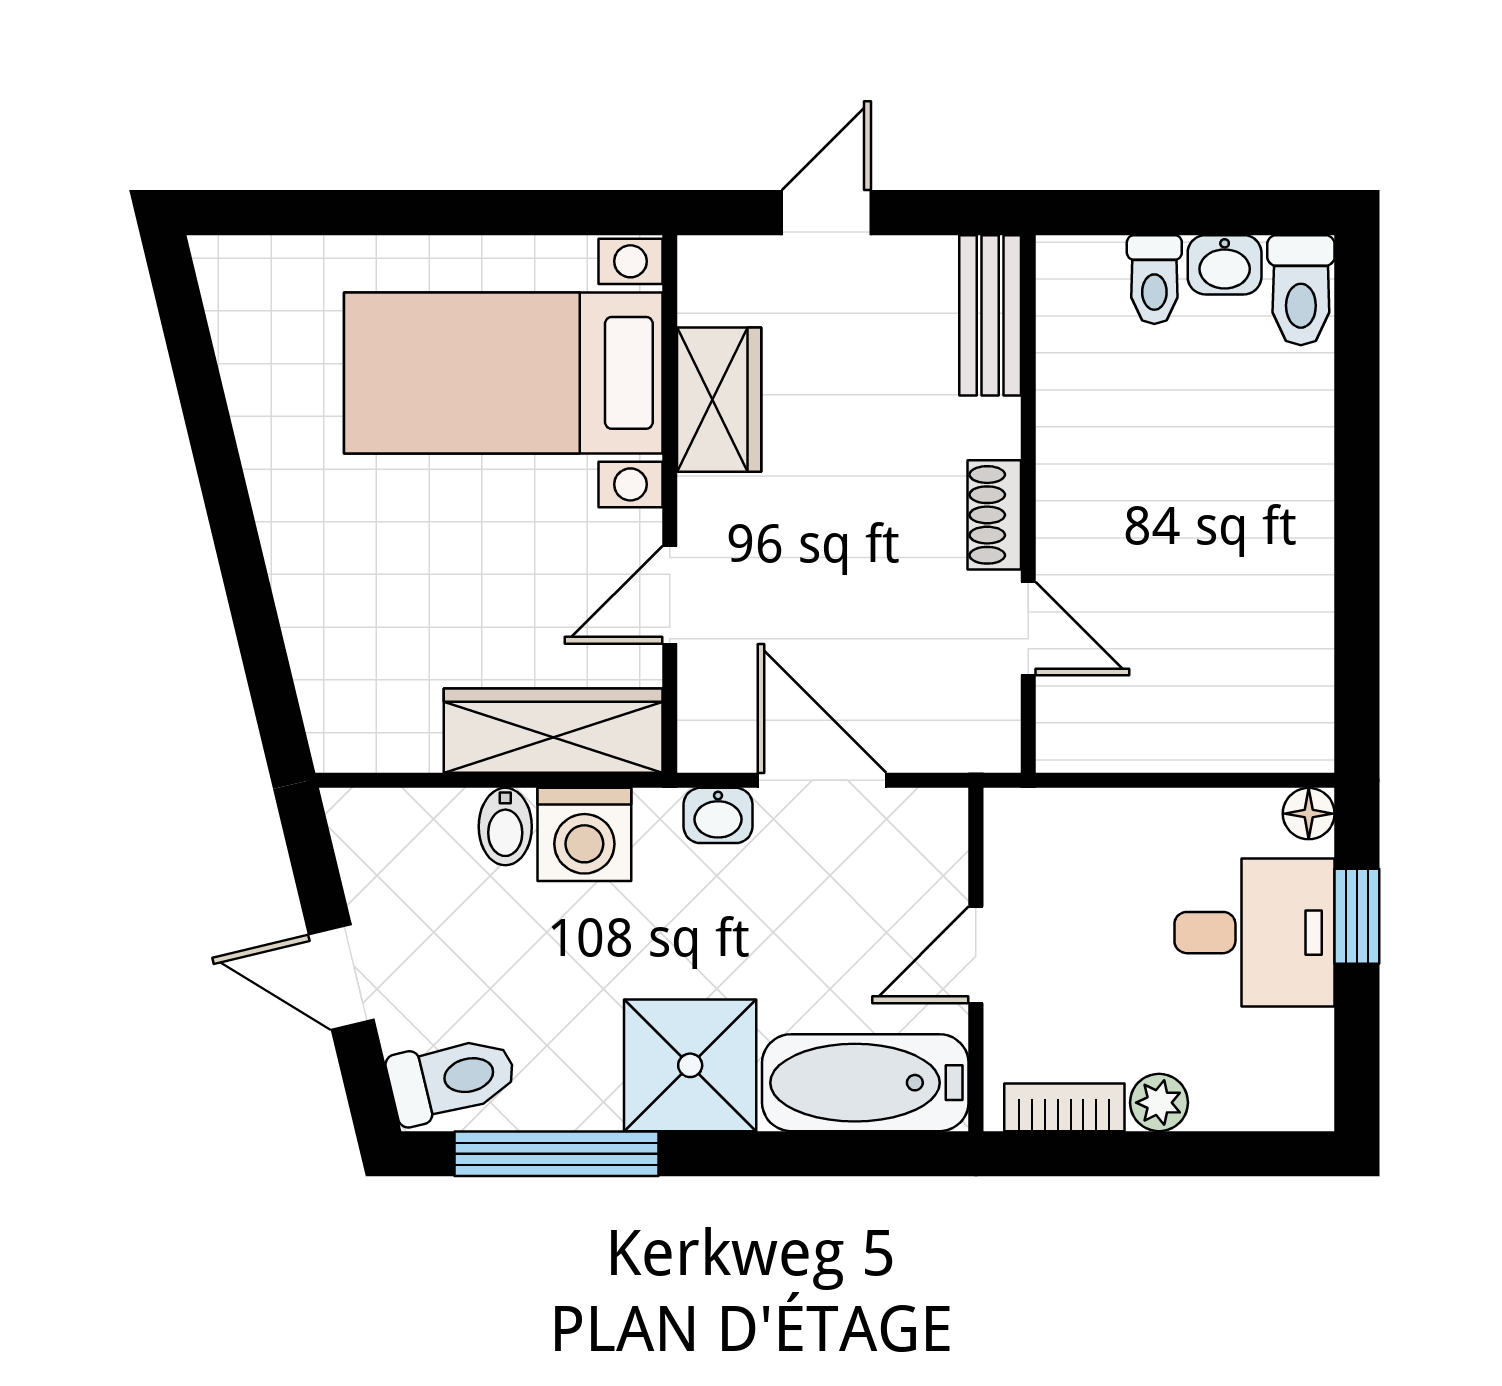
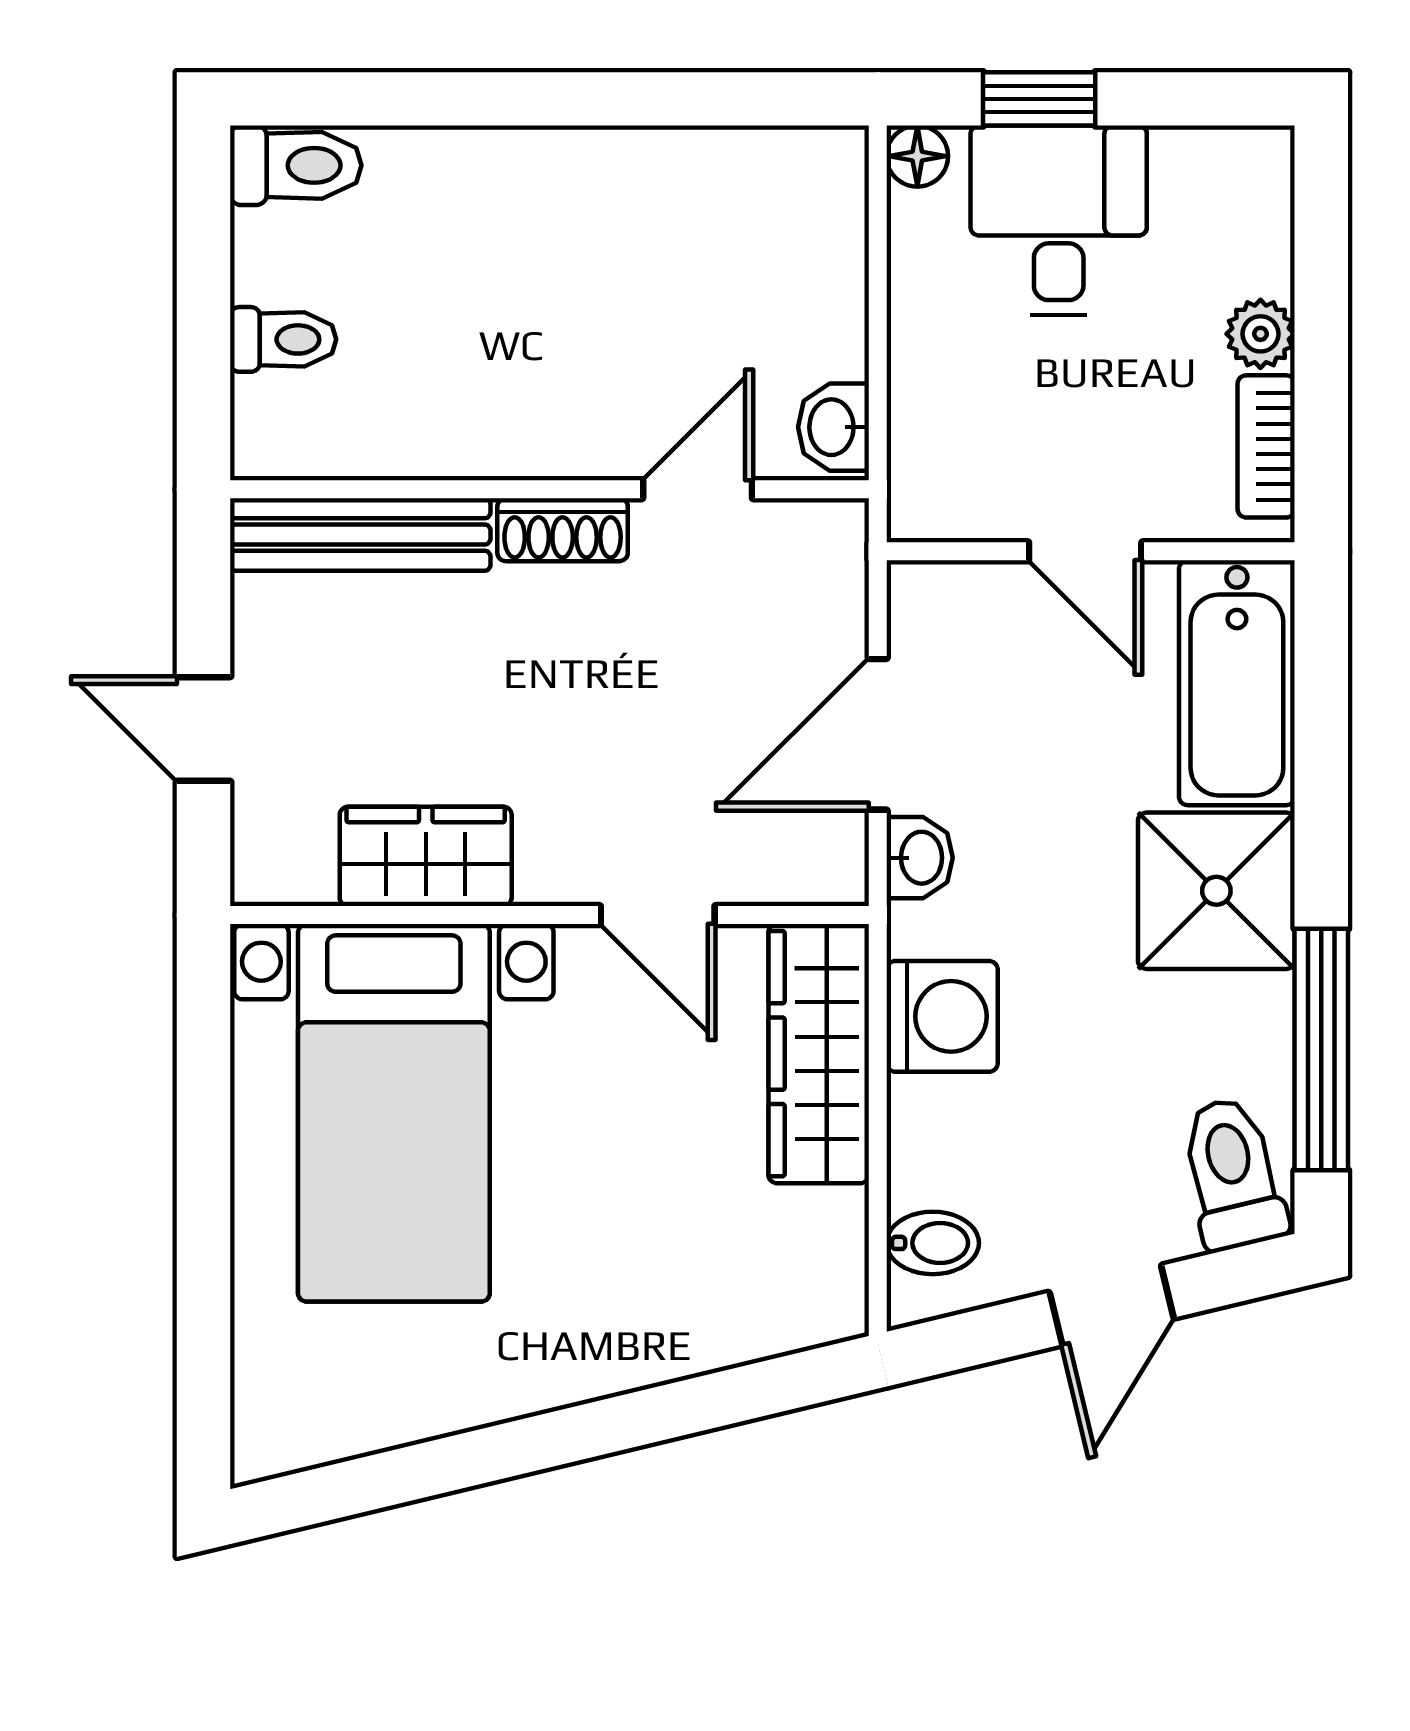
washbasin: (1225, 265) -> (834, 427), moved, turned 180
bench: (990, 315) -> (360, 535), width x1.36
bidet: (505, 827) -> (933, 1243), moved

